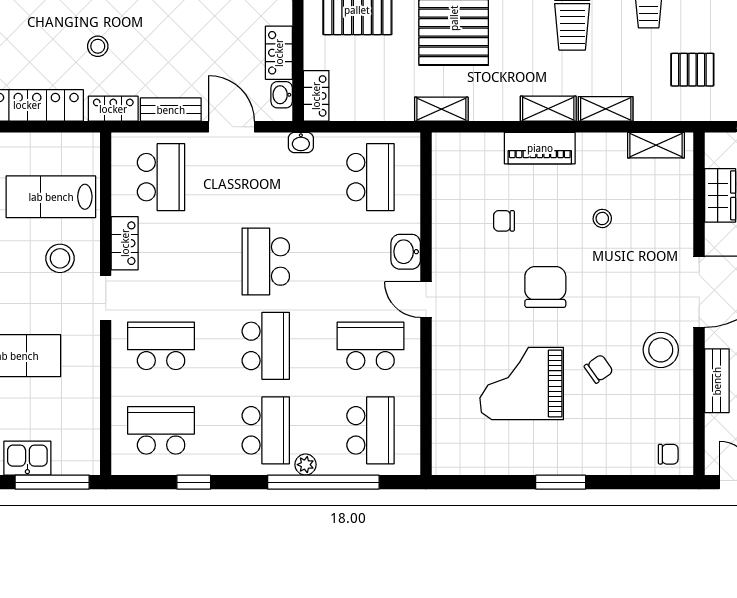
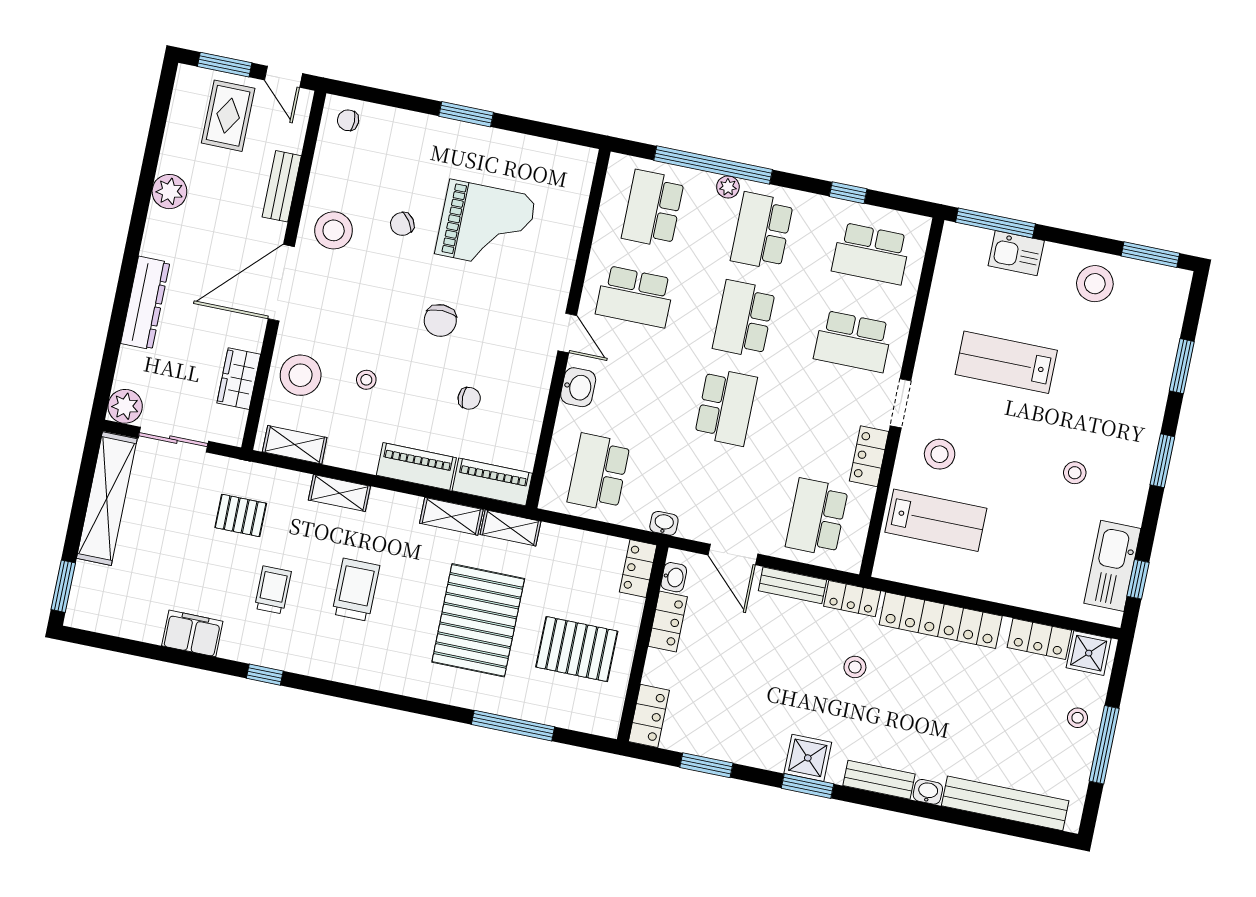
shelving: (548, 109) -> (451, 516), moved
piano: (467, 148) -> (492, 482), added
stool: (664, 210) -> (301, 375), added
chair: (545, 287) -> (440, 321), width x0.73, depth x0.73

